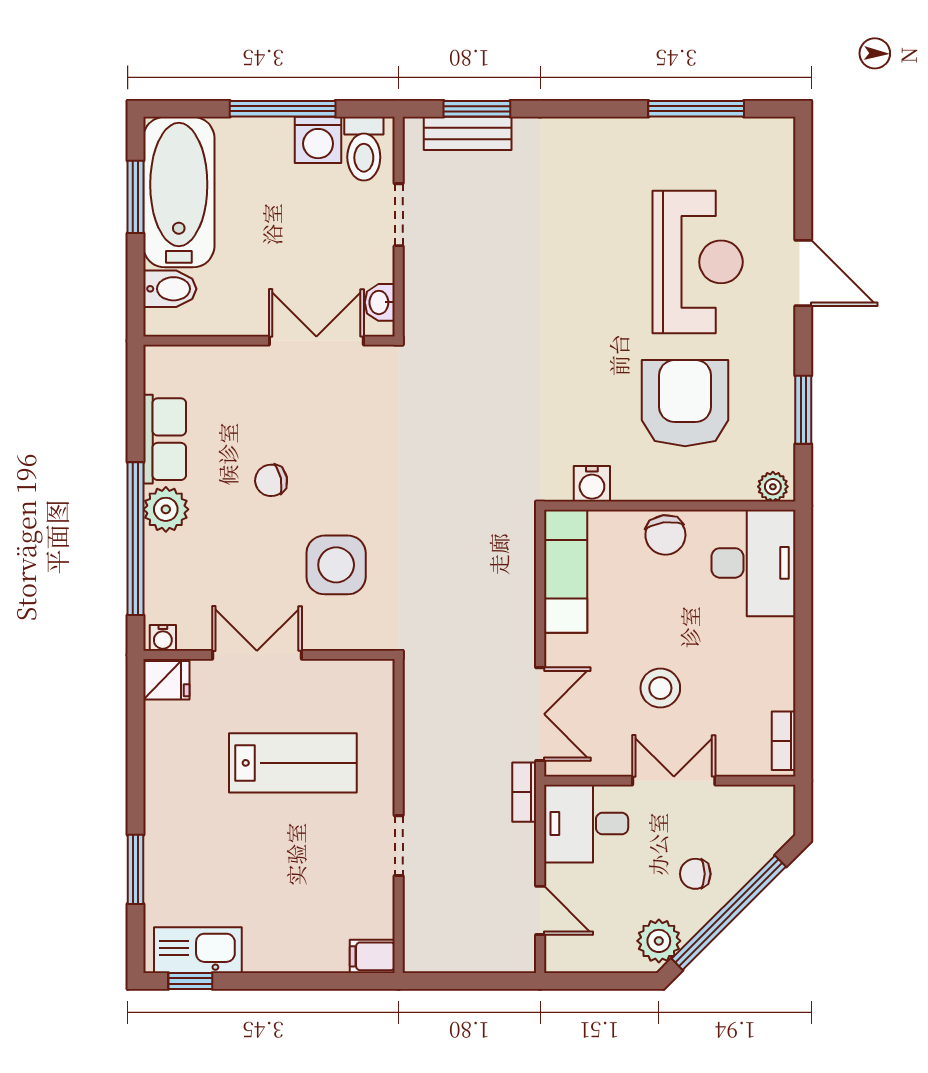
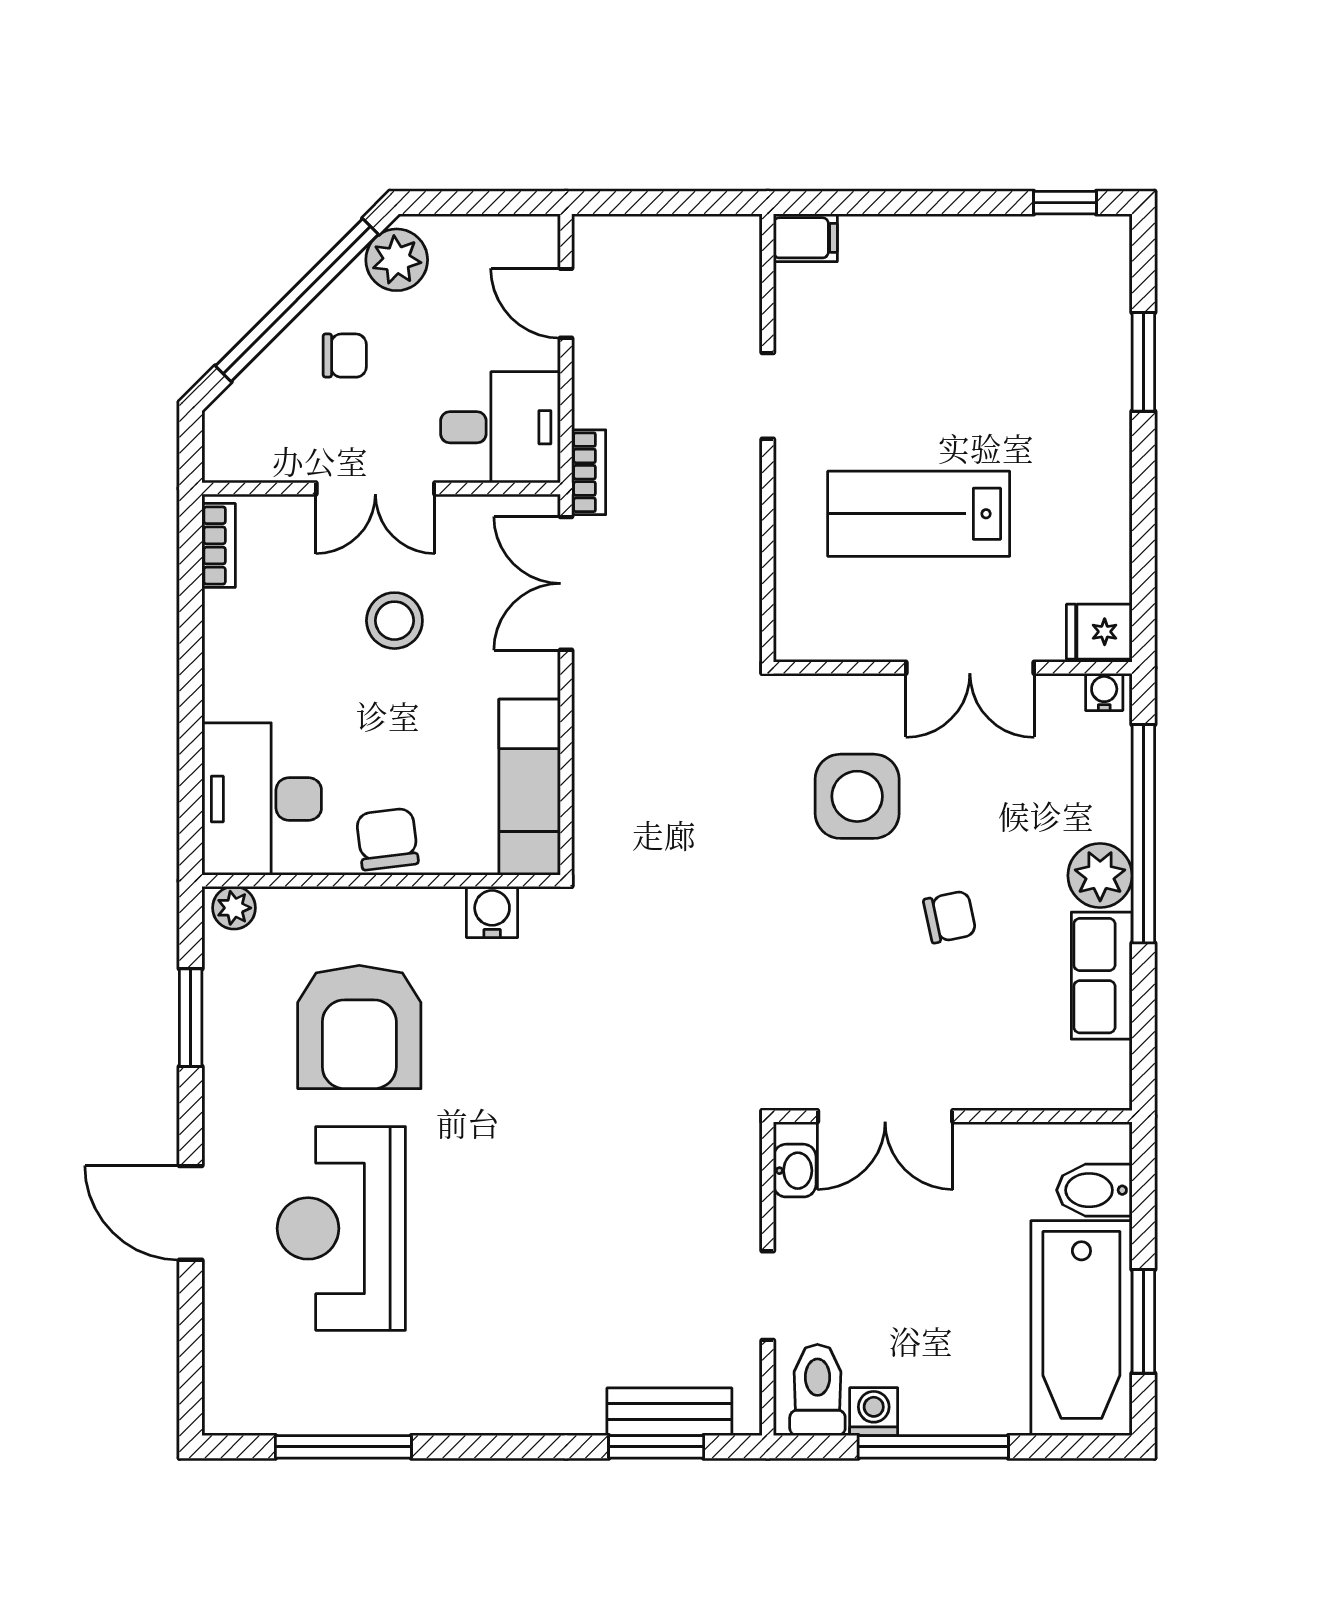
washing machine: (318, 140) -> (874, 1412), width x0.73, depth x0.73
kitchen sink: (198, 950) -> (1054, 247), removed

